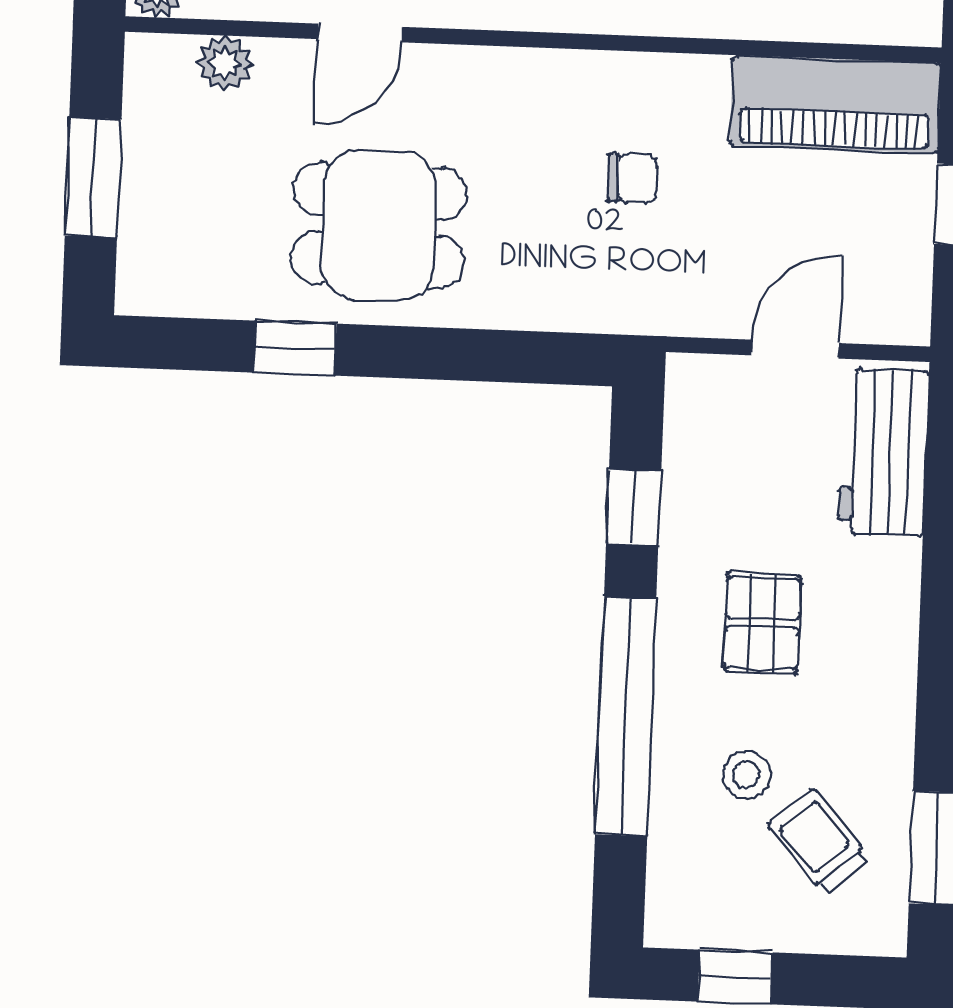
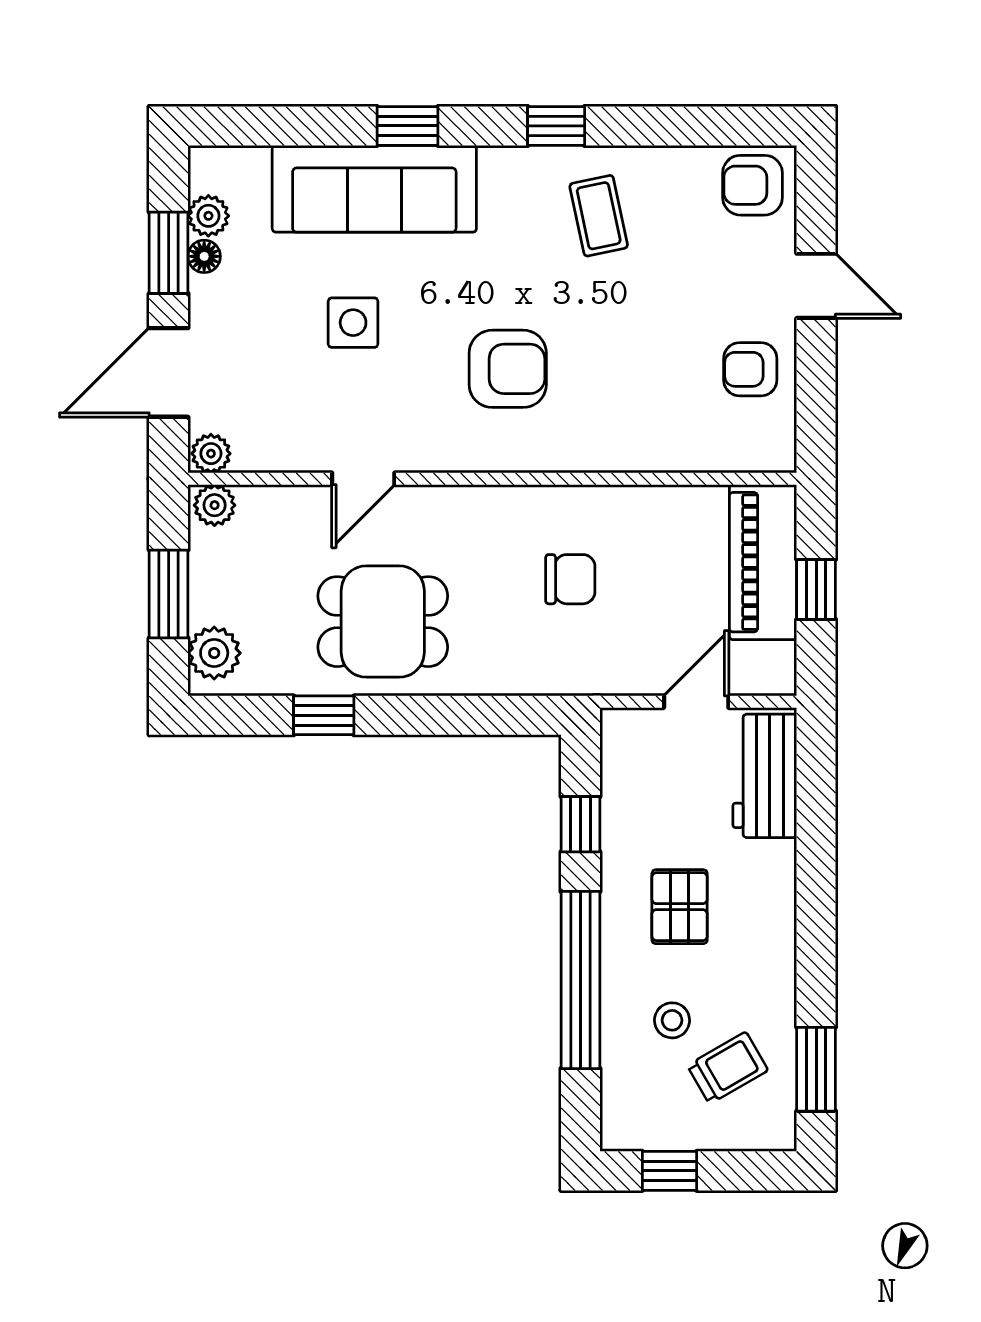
plant: (225, 63) -> (215, 505), moved
piano: (835, 104) -> (763, 562), moved, turned 90
chair: (633, 178) -> (570, 579), width x1.37, depth x1.37
plant: (151, 259) -> (214, 653), added
trolley: (819, 842) -> (728, 1068), turned 101

